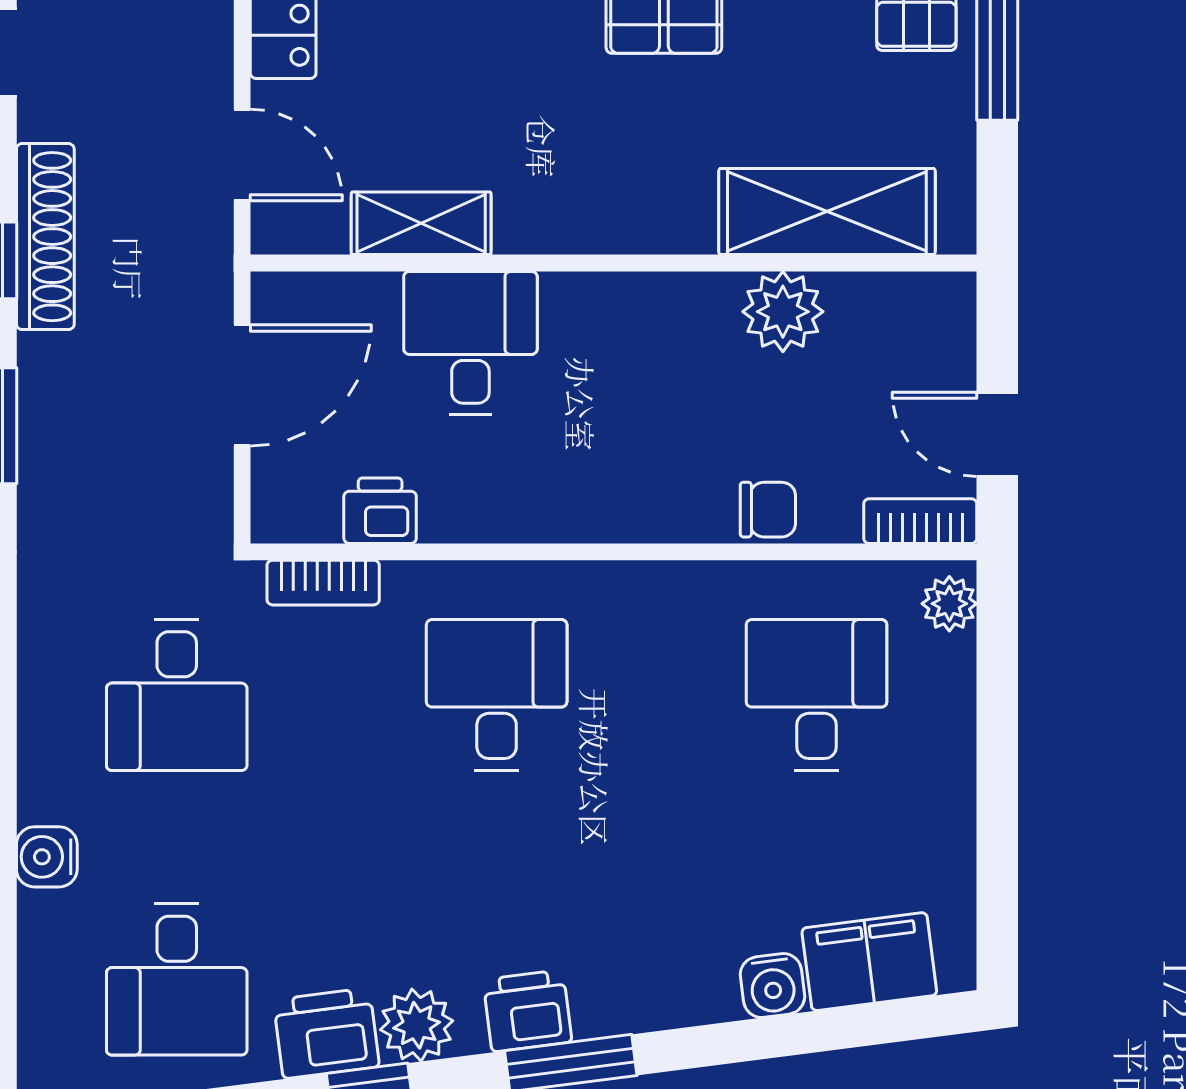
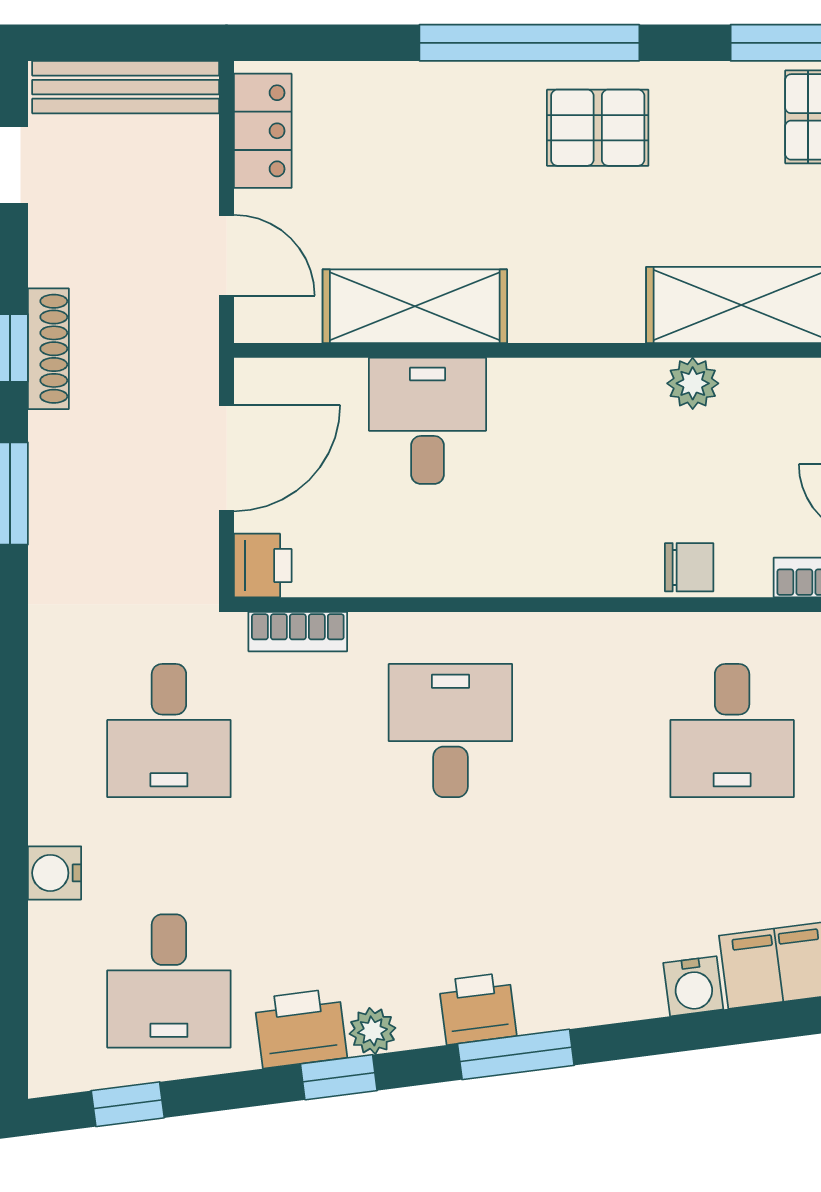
shelving: (421, 223) -> (415, 306), width x1.50, depth x1.33
shoe rack: (45, 237) -> (48, 349), width x0.74, depth x0.81
plant: (783, 312) -> (693, 383), width x0.73, depth x0.73
printer: (380, 511) -> (263, 565), moved, turned 90
desk: (817, 695) -> (732, 731), turned 180
plant: (417, 1025) -> (372, 1031), width x0.73, depth x0.73

